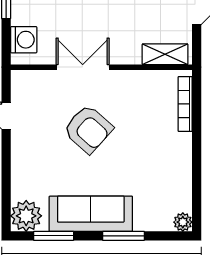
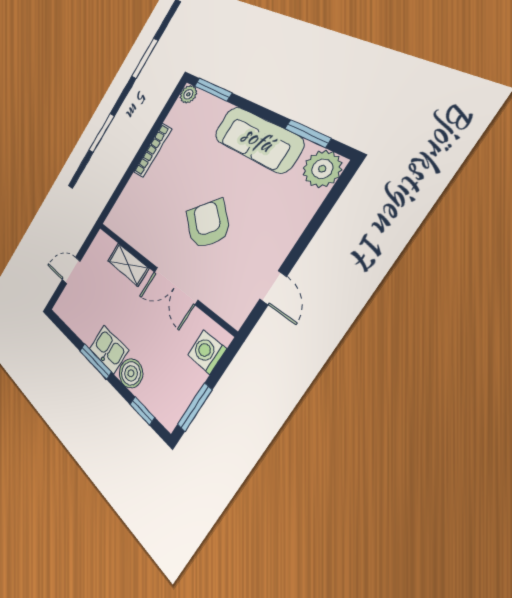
shelving: (165, 54) -> (128, 265), moved
bookcase: (185, 104) -> (153, 151), moved
window: (123, 236) -> (213, 90), moved

